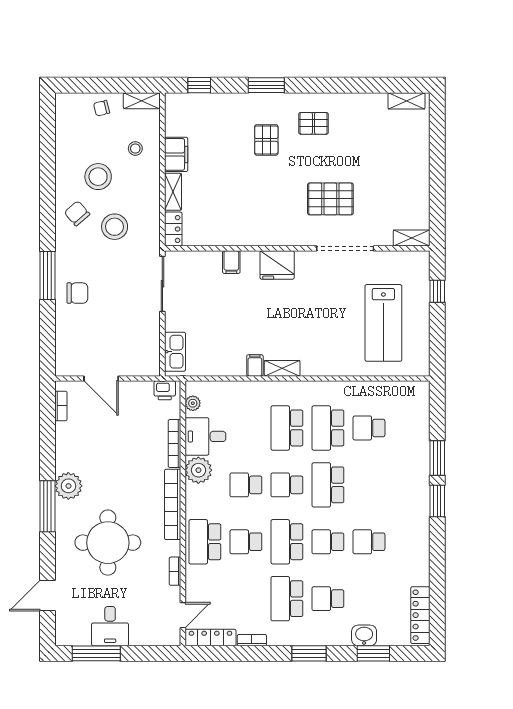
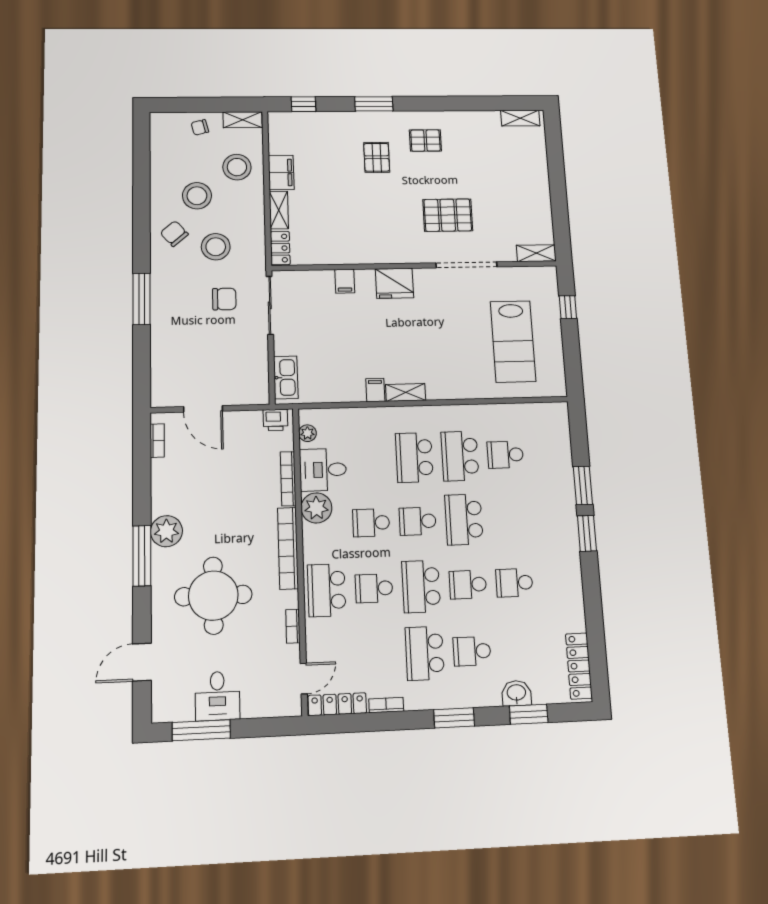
stool: (135, 149) -> (237, 167), width x1.89, depth x1.89
chair: (77, 293) -> (224, 299), moved

